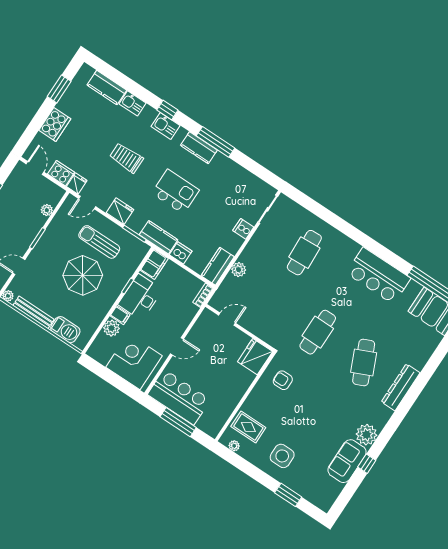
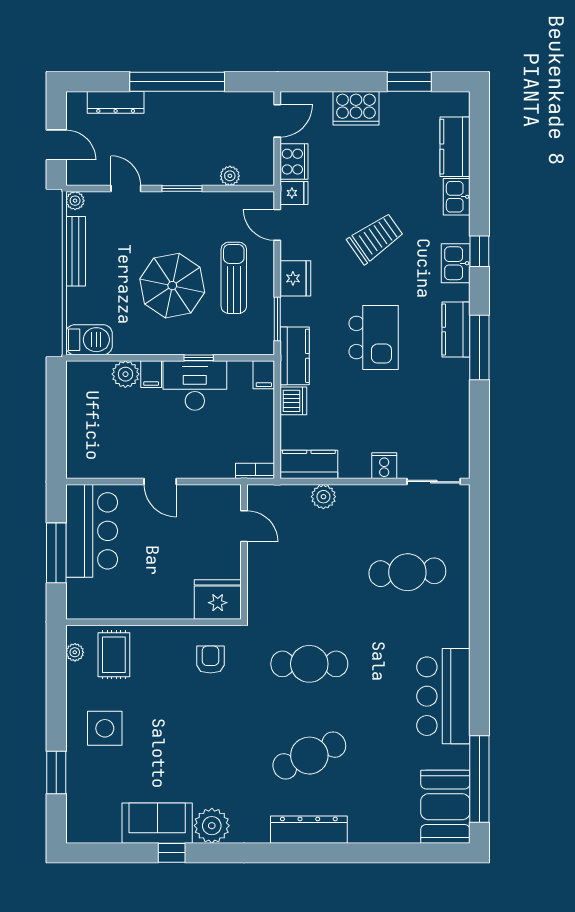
trolley: (126, 158) -> (375, 238), turned 55
filing cabinet: (154, 264) -> (264, 375), width x0.50
barbecue: (65, 330) -> (89, 340), moved, turned -90
corner desk: (134, 362) -> (100, 436), removed

